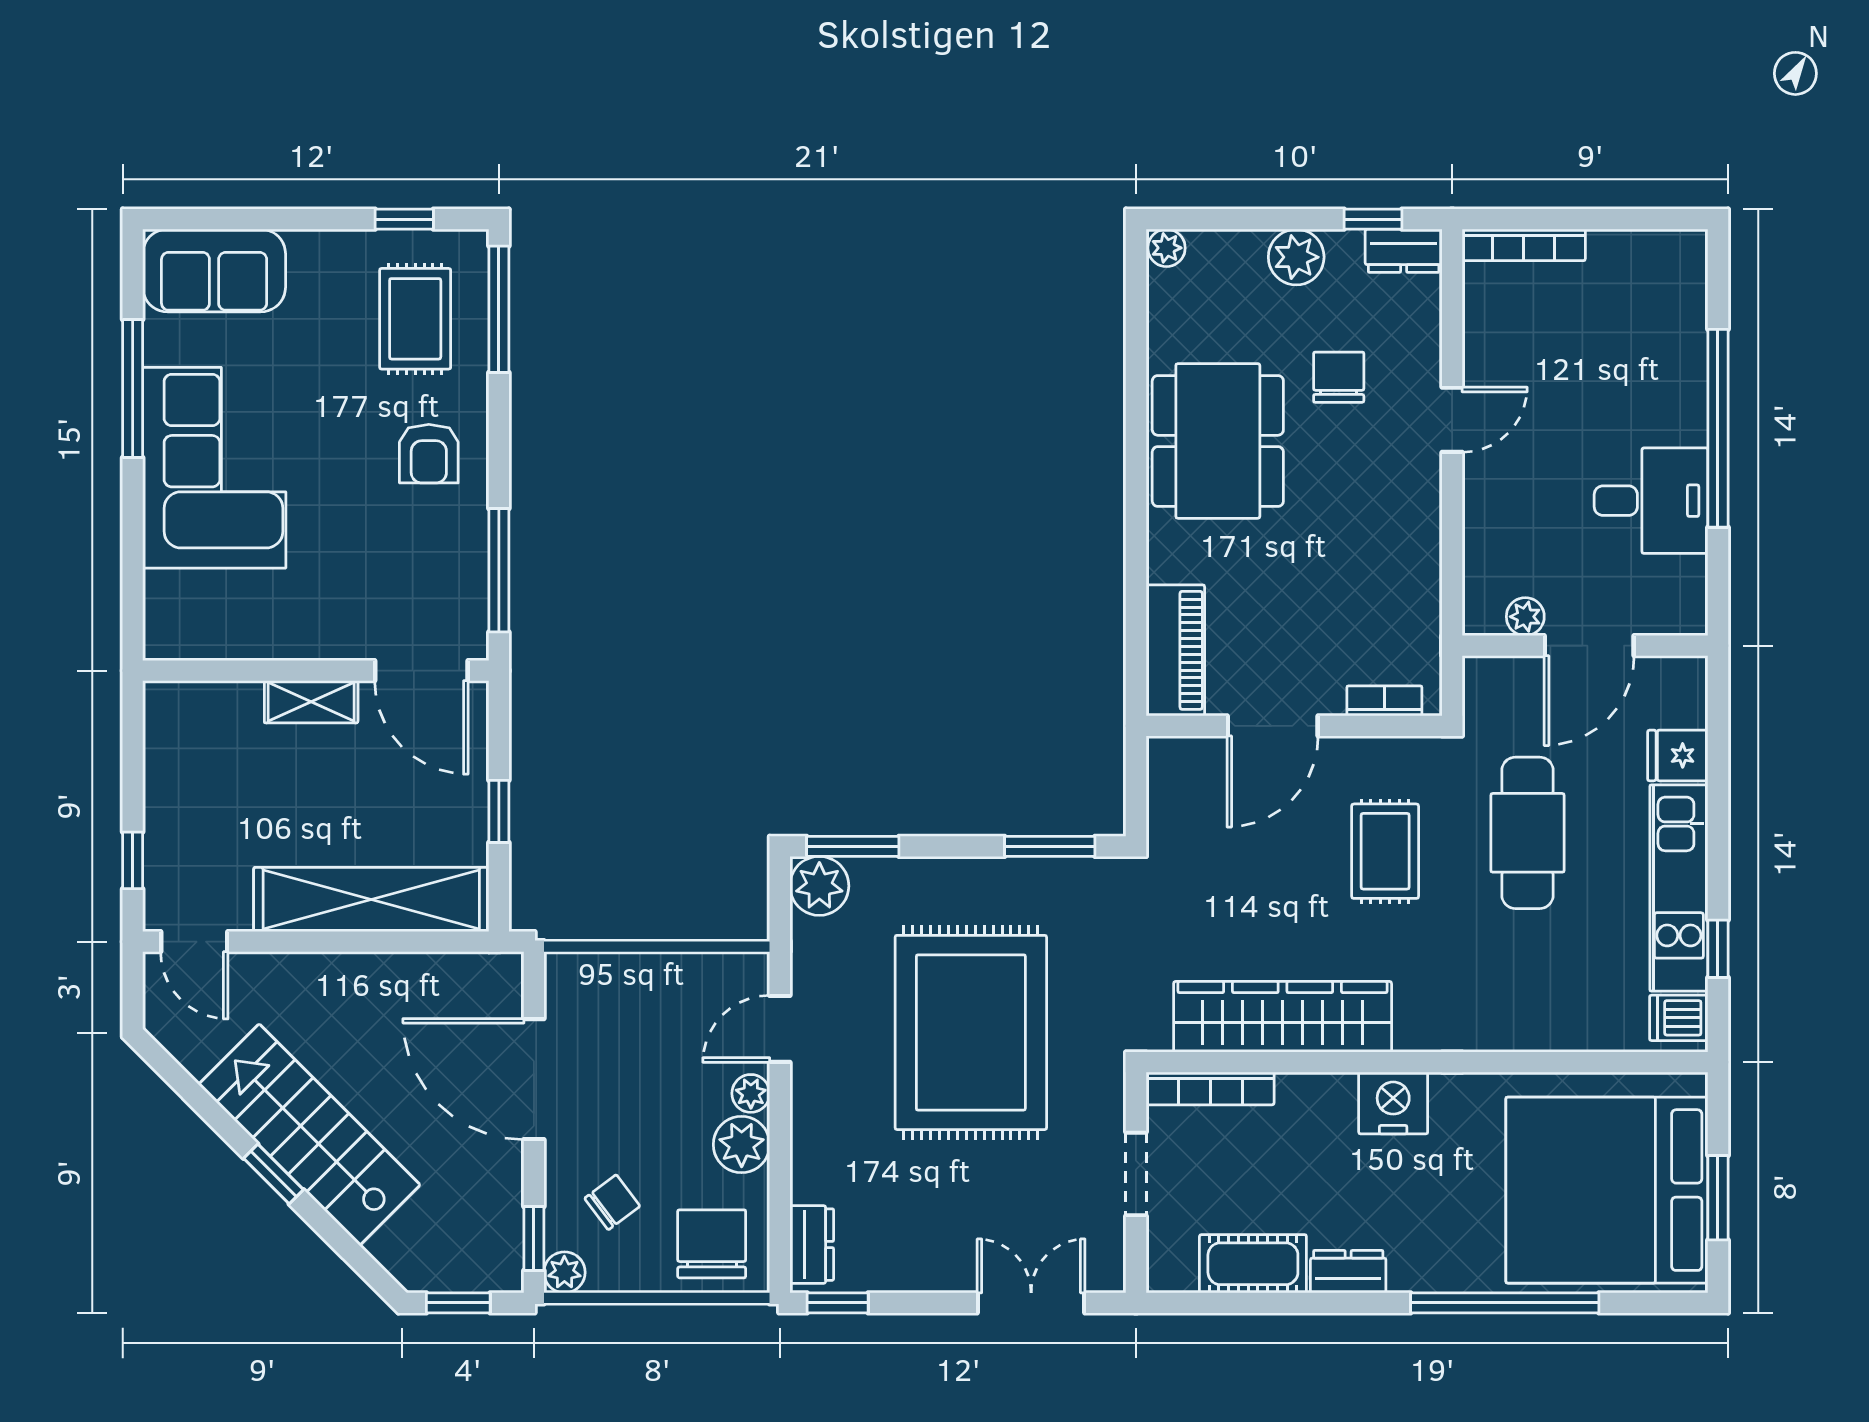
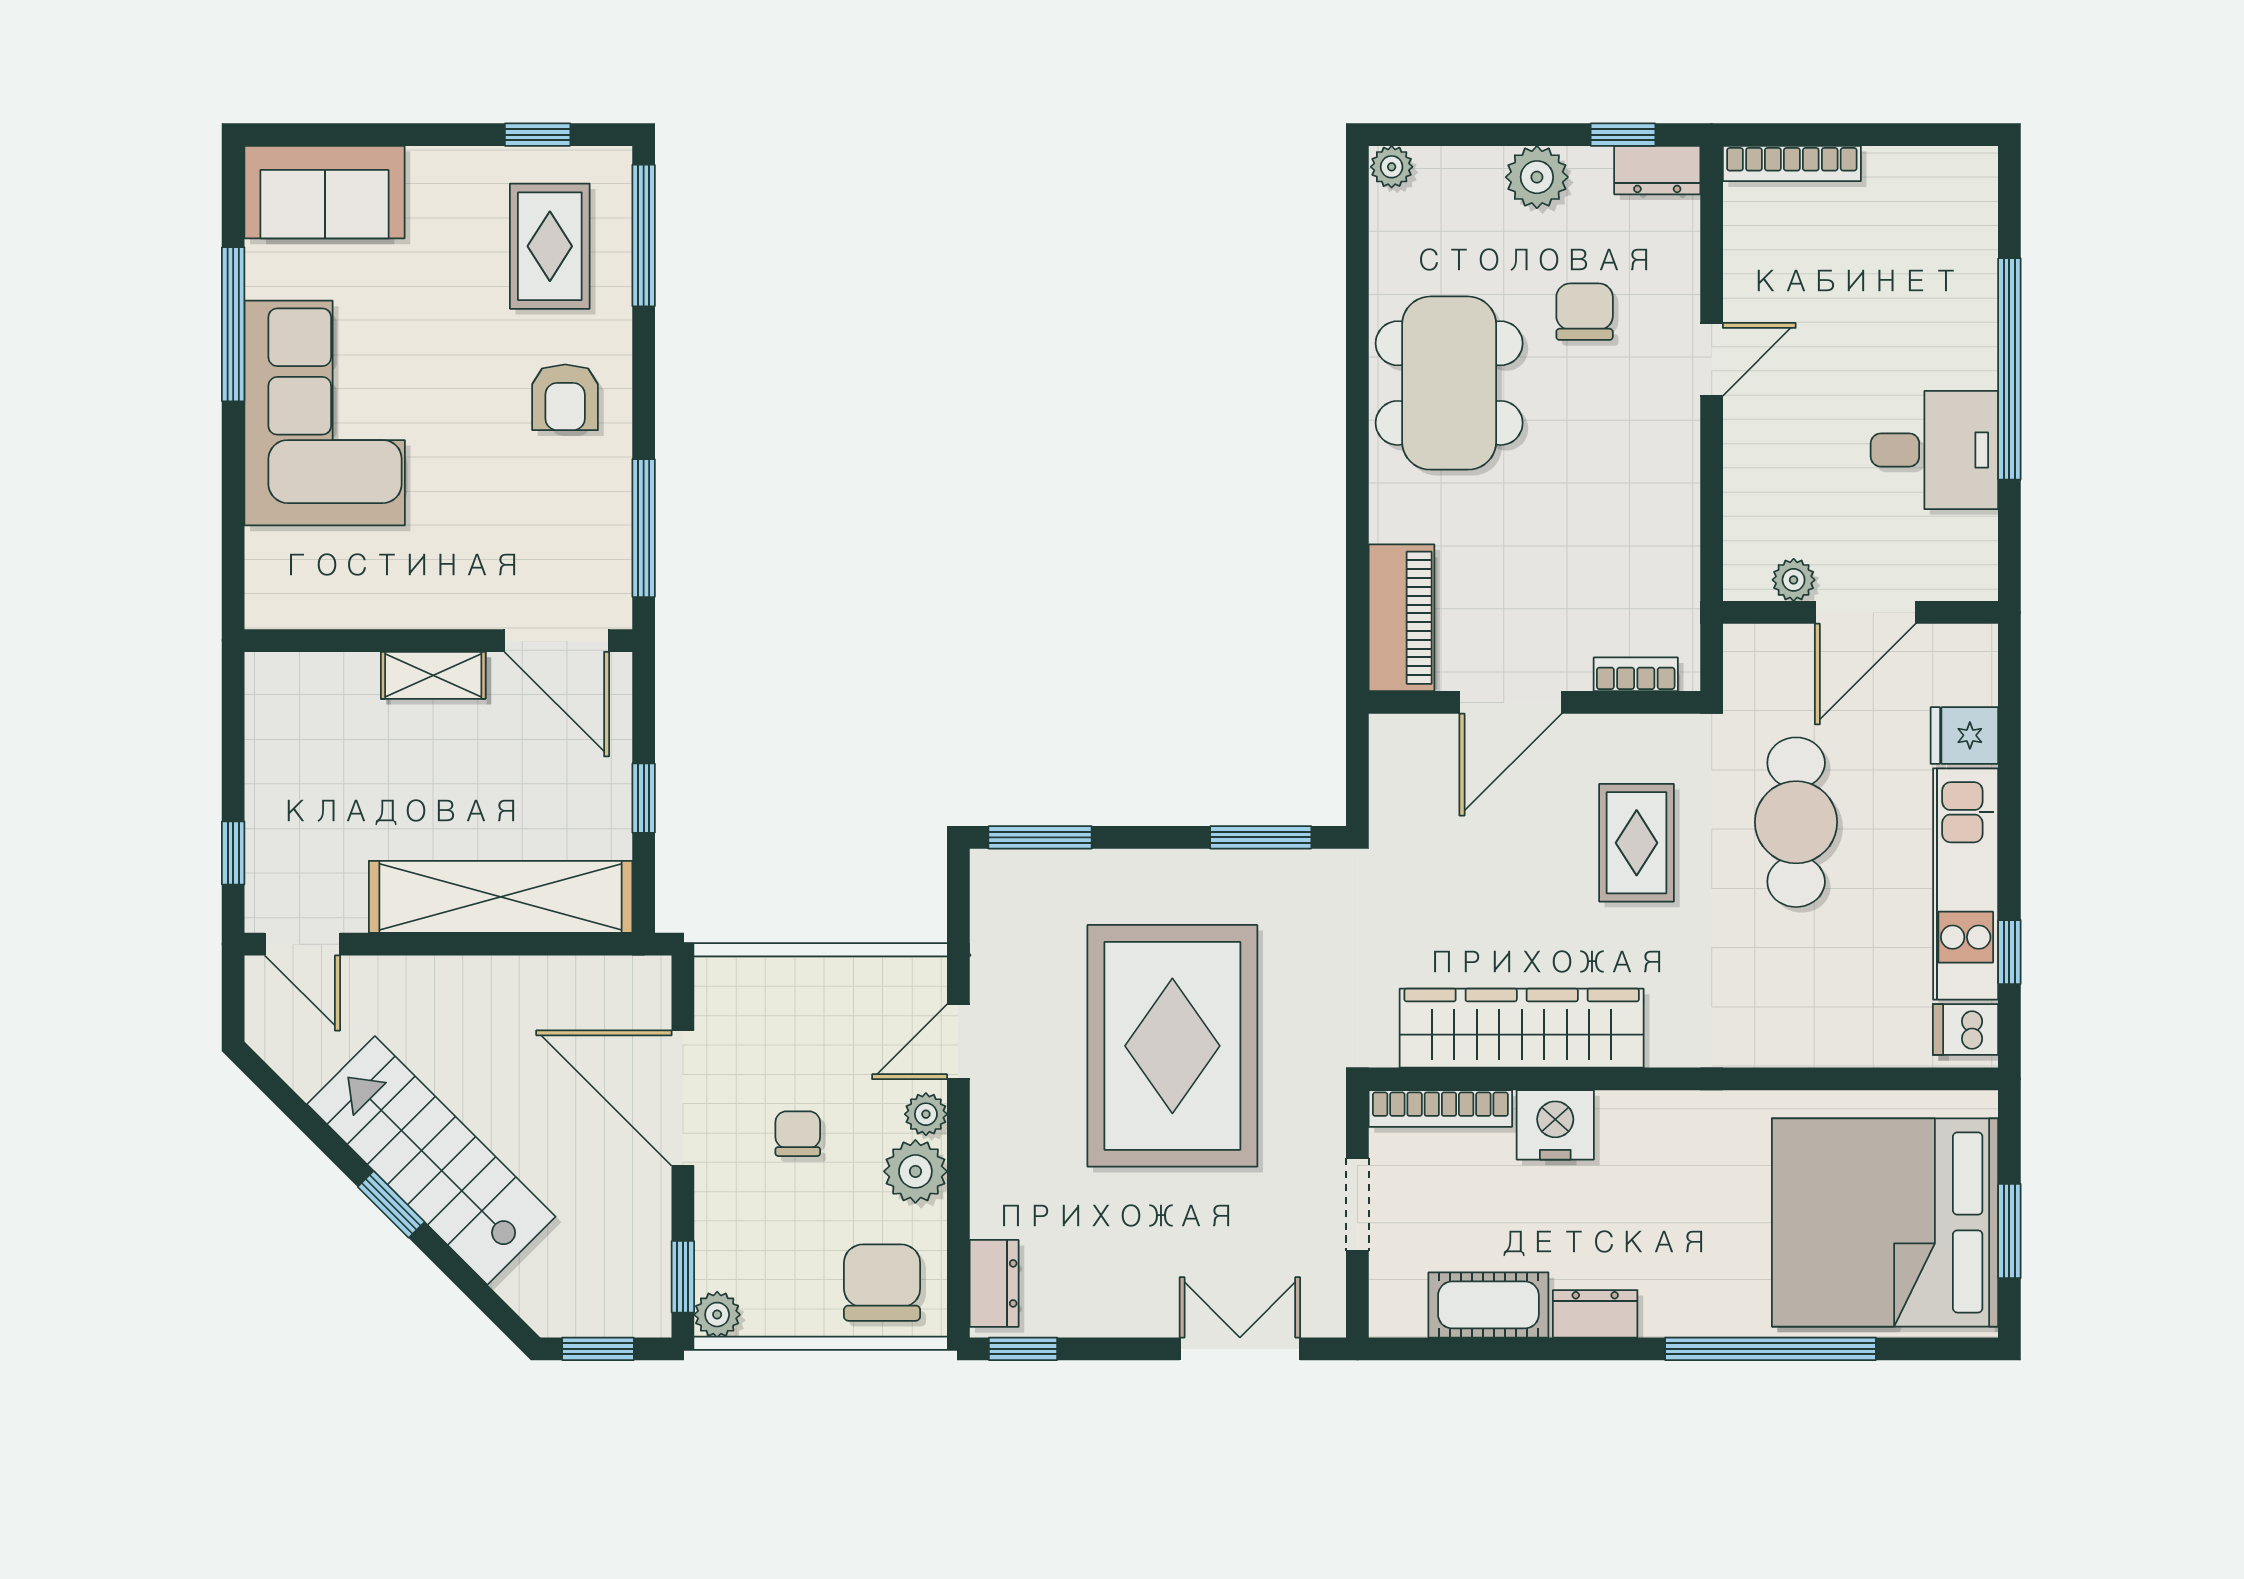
plant: (819, 886) -> (1003, 882), removed
nightstand: (1393, 1103) -> (1555, 1125), moved
chair: (612, 1202) -> (798, 1134), moved, turned -53

